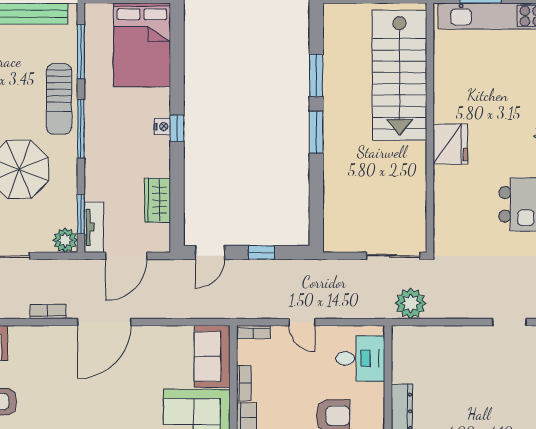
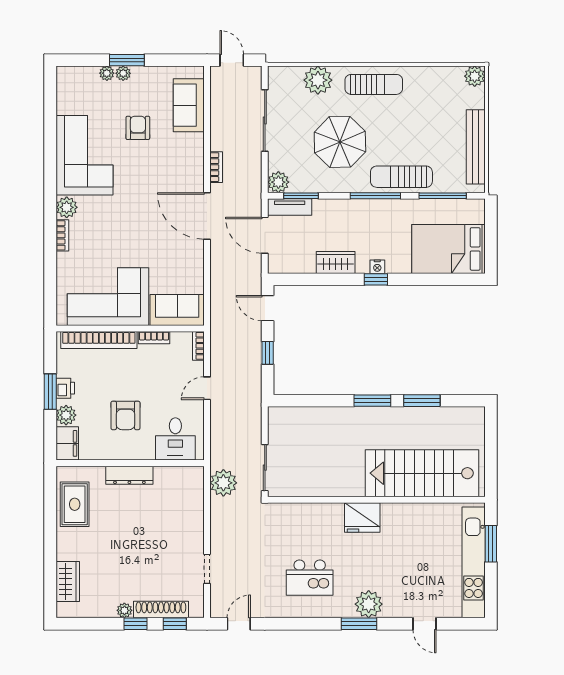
wardrobe: (158, 200) -> (336, 262), moved

